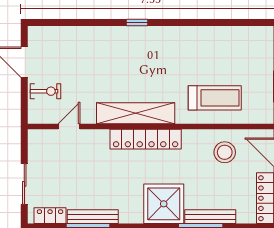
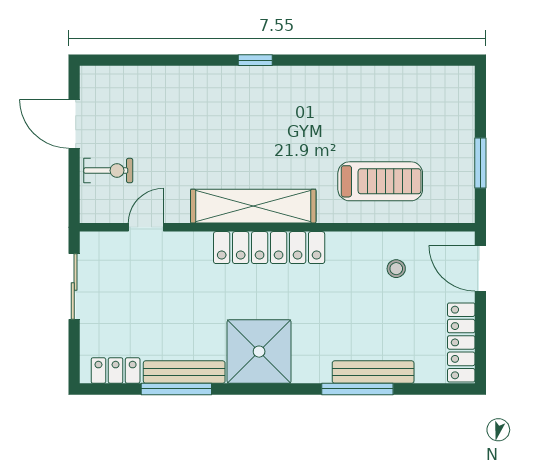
stool: (225, 152) -> (396, 269), width x0.53, depth x0.53
sliding door: (24, 184) -> (74, 286), moved
shower: (164, 204) -> (259, 352), moved

